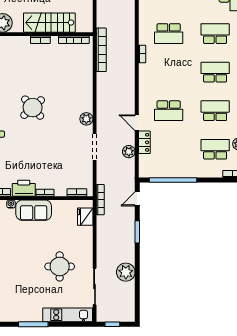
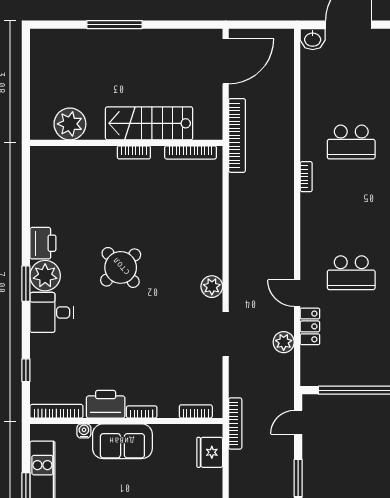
bookcase: (101, 50) -> (237, 135), moved

